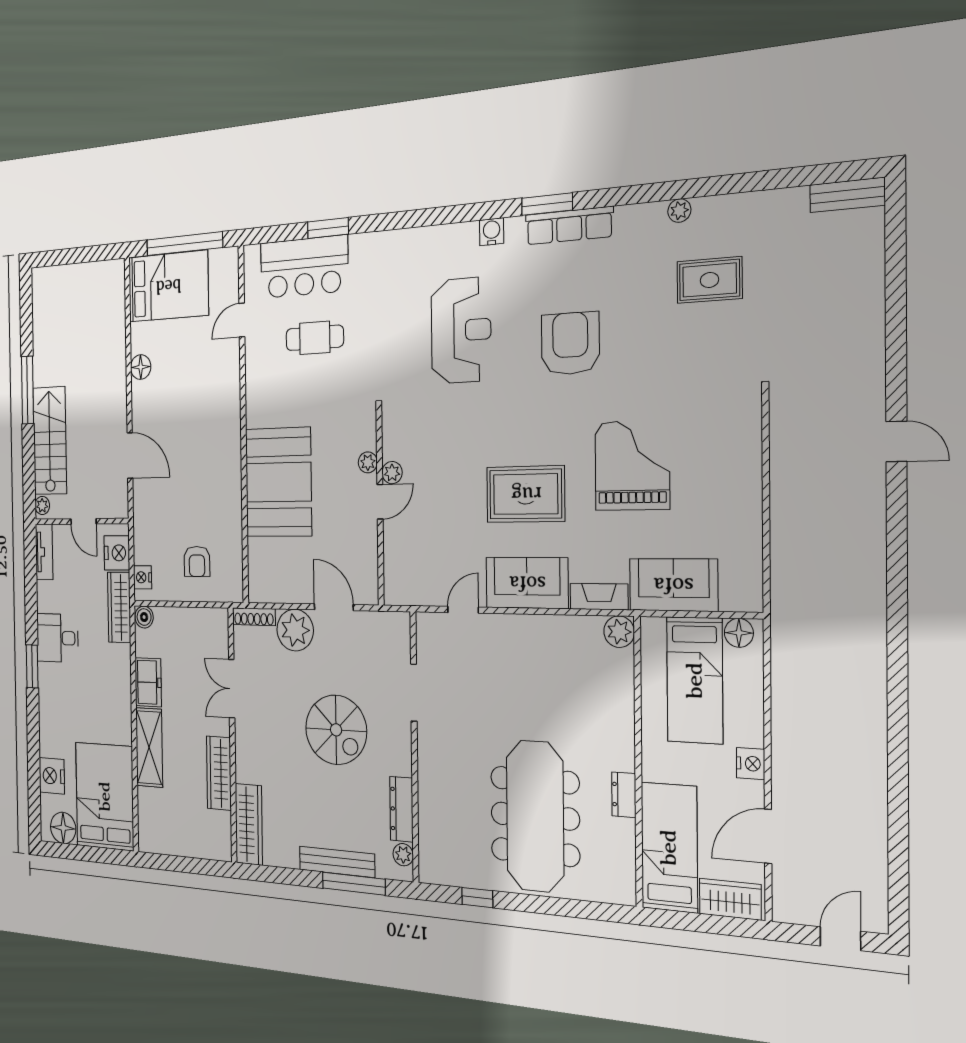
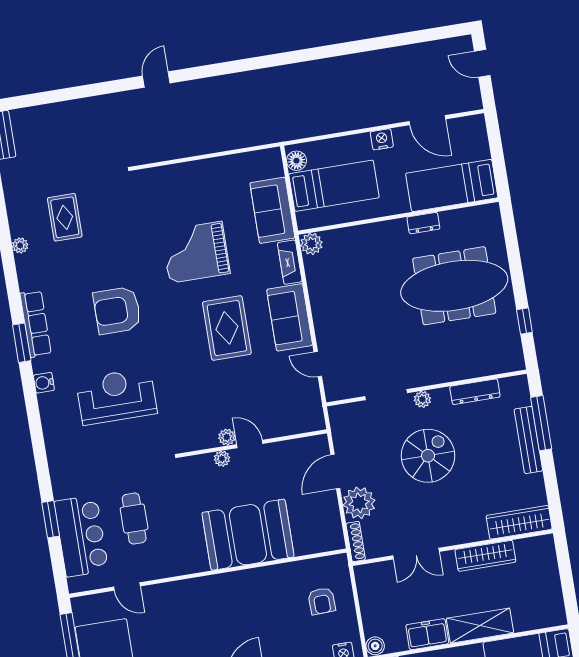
armchair: (197, 562) -> (322, 601), turned 88
plant: (403, 855) -> (422, 399), moved
wardrobe: (730, 899) -> (476, 139), removed

